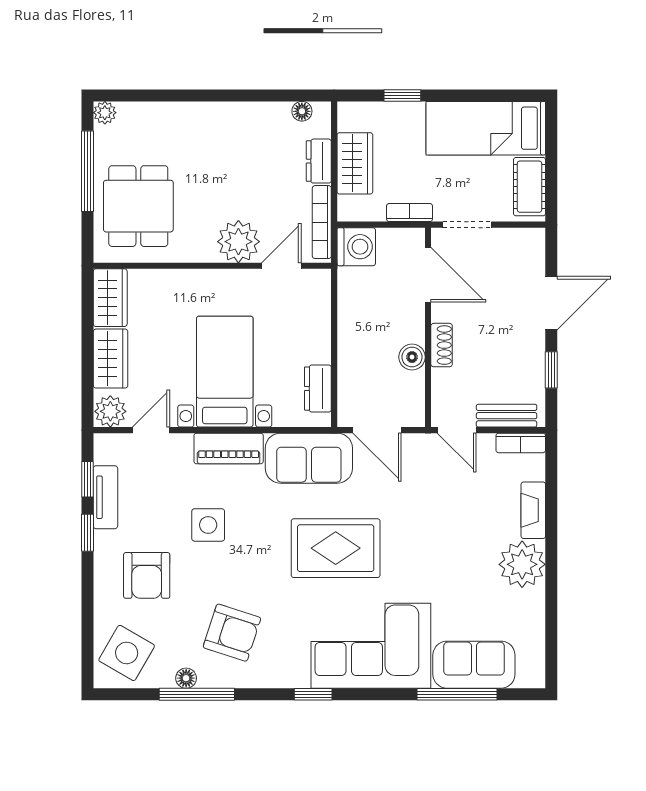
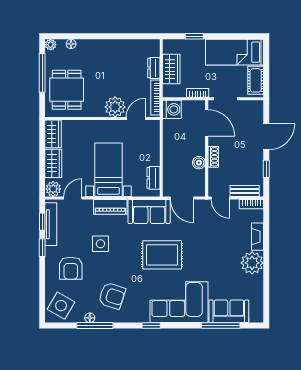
floor lamp: (302, 111) -> (71, 44), moved
tv unit: (105, 497) -> (51, 224), width x1.41

